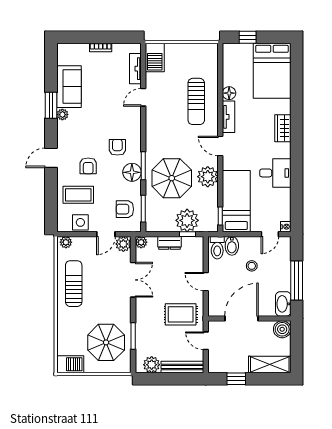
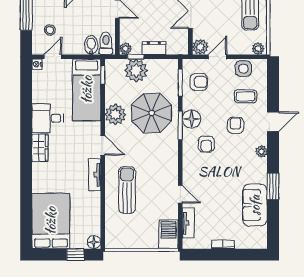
floor lamp: (229, 93) -> (94, 242), moved
door: (143, 97) -> (180, 194), hinge flipped
plant: (62, 115) -> (261, 151), moved
wardrobe: (283, 128) -> (40, 148), moved
door: (51, 158) -> (273, 122), moved
coffee table: (78, 195) -> (246, 96), width x0.73, depth x0.77
plant: (141, 242) -> (126, 49), moved
stool: (252, 266) -> (50, 30), moved

